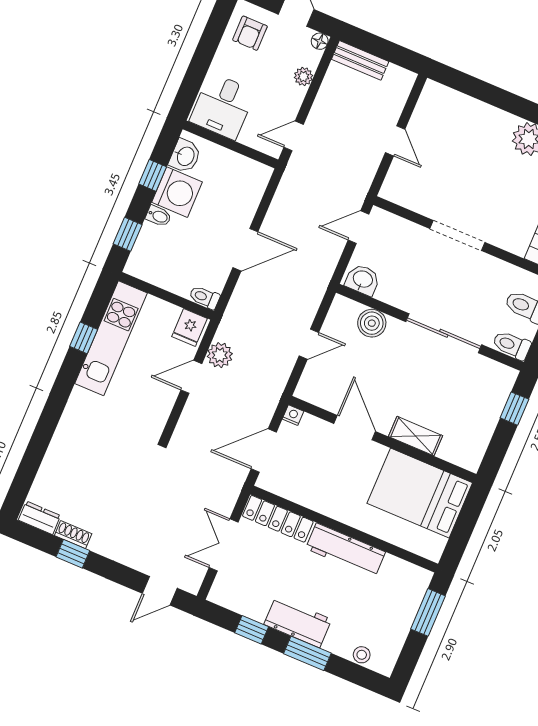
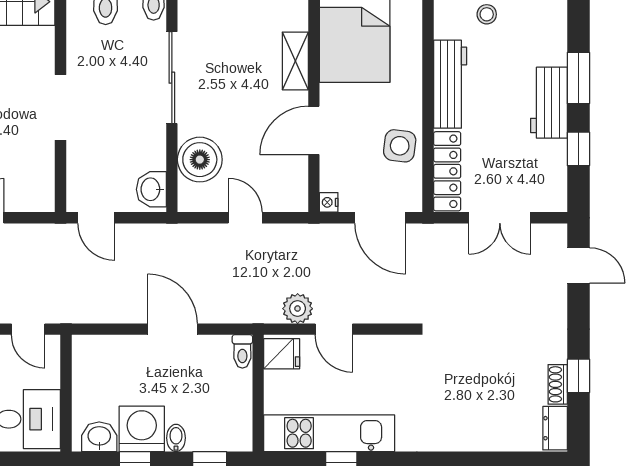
boiler: (372, 323) -> (200, 160), width x1.37, depth x1.37
side table: (314, 490) -> (400, 146), added
stool: (362, 655) -> (487, 14), moved

